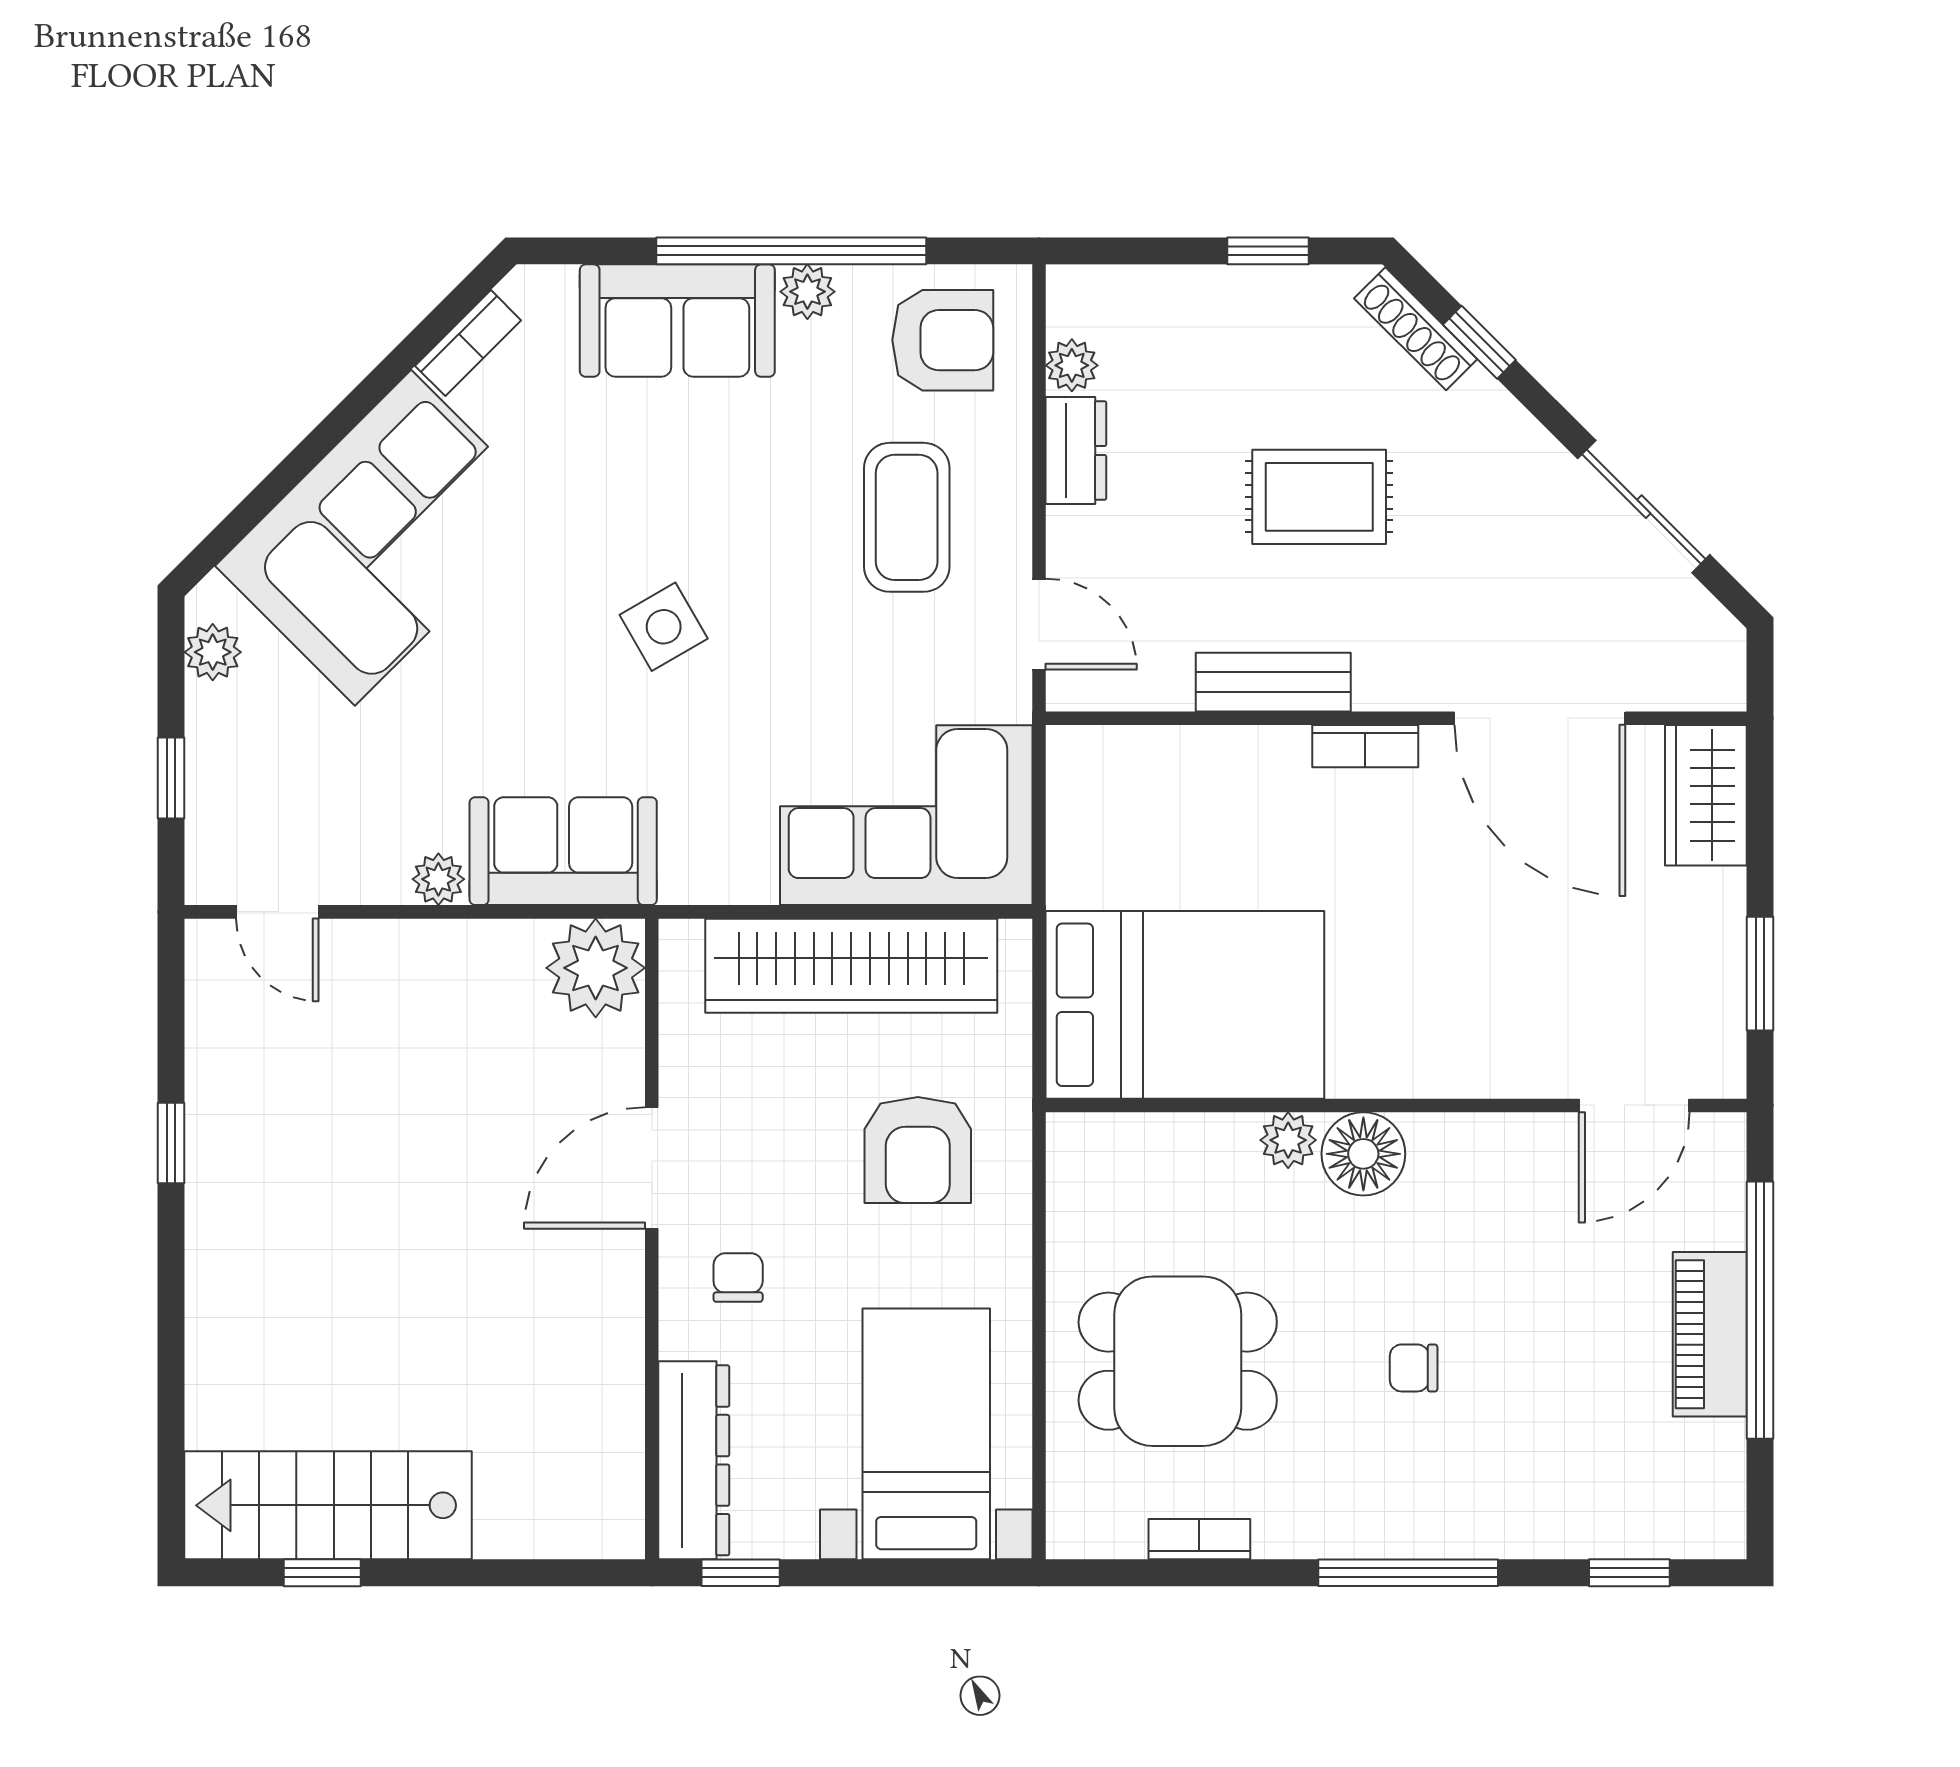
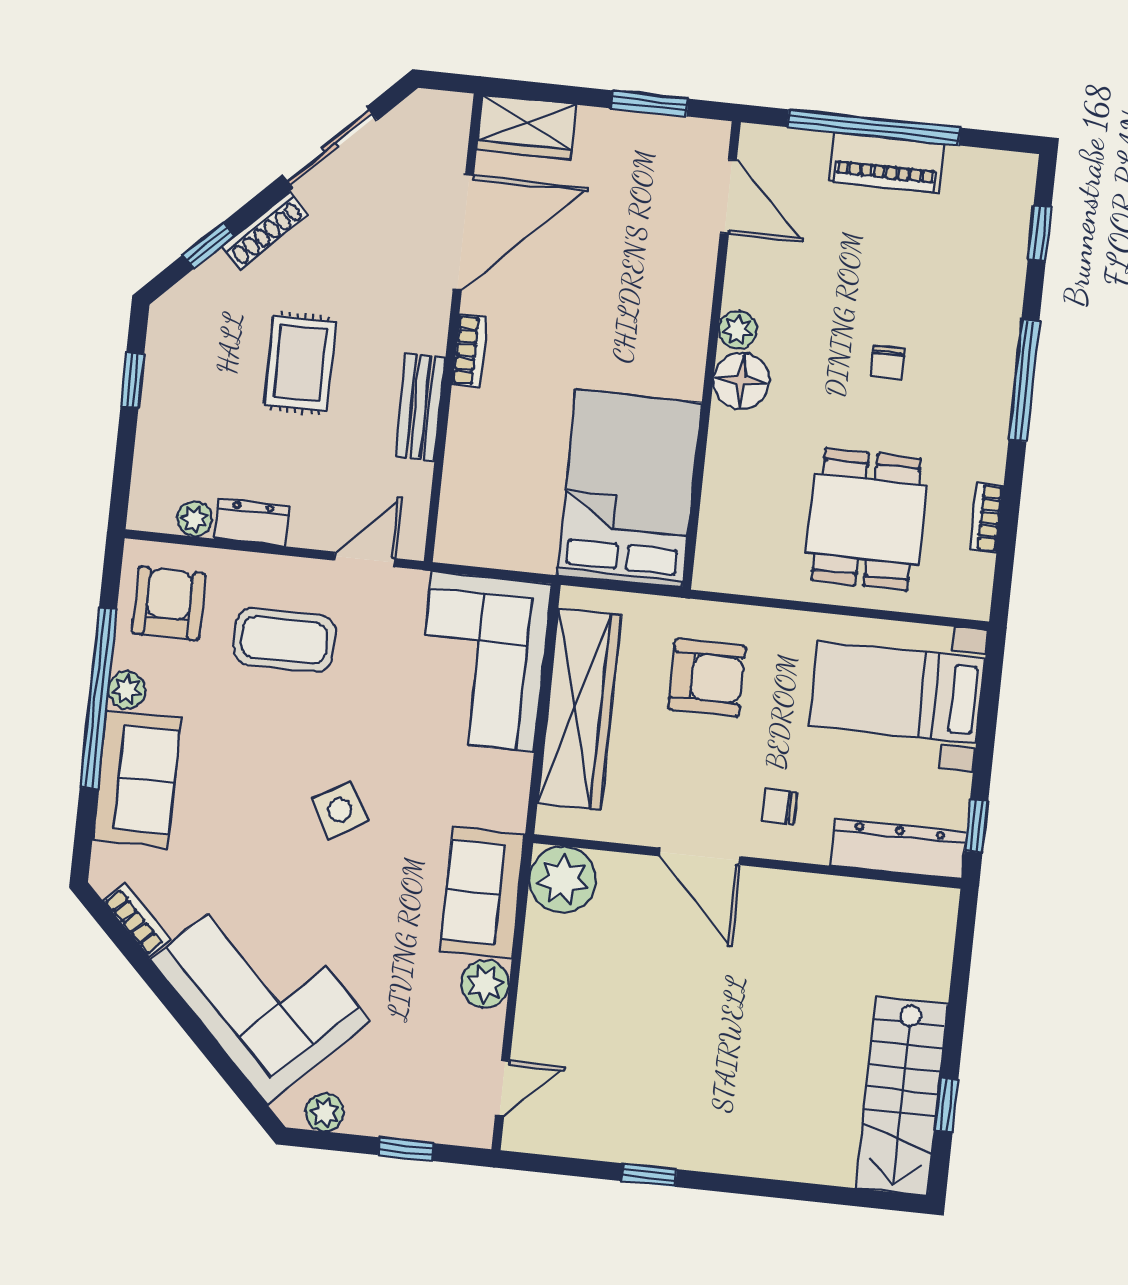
shoe rack: (1416, 329) -> (265, 231), moved
plant: (438, 879) -> (485, 984), width x1.38, depth x1.38
plant: (1288, 1140) -> (738, 330), moved

